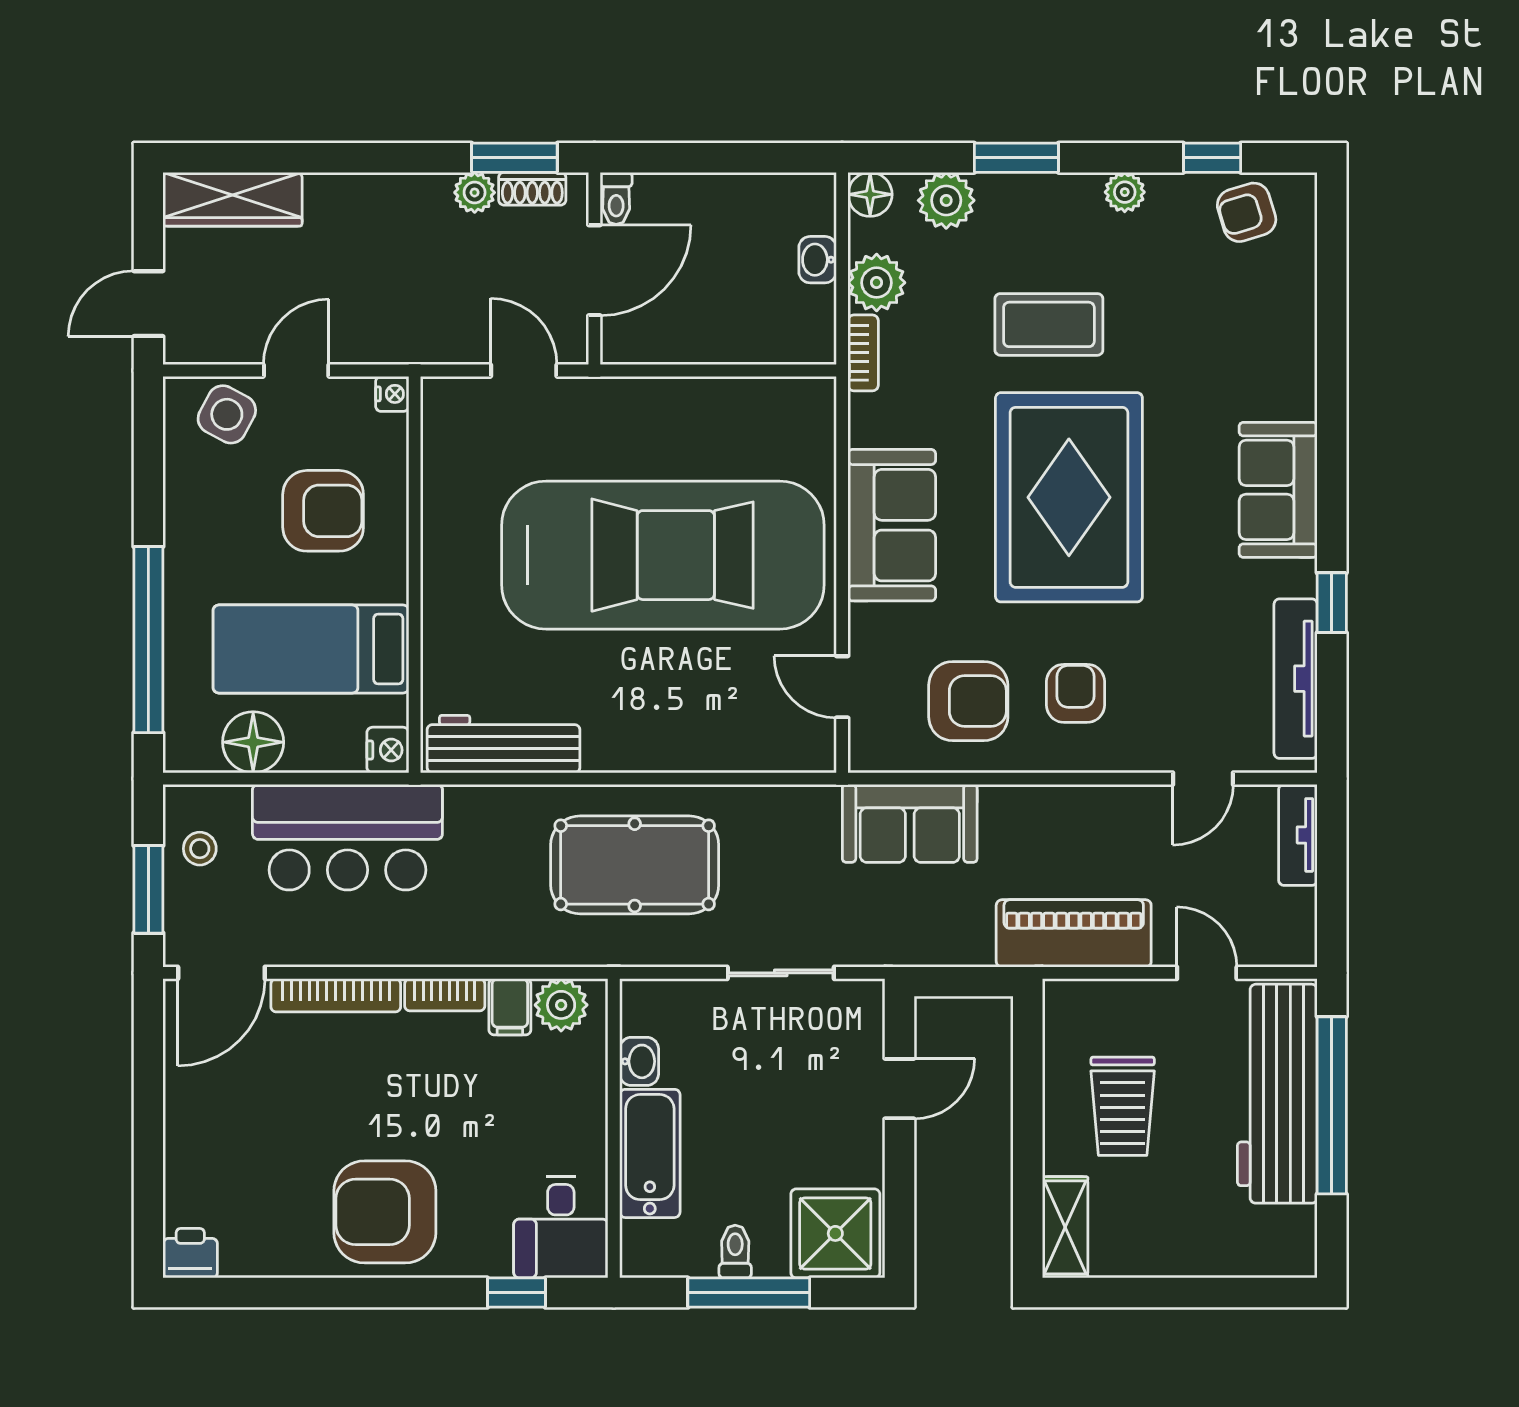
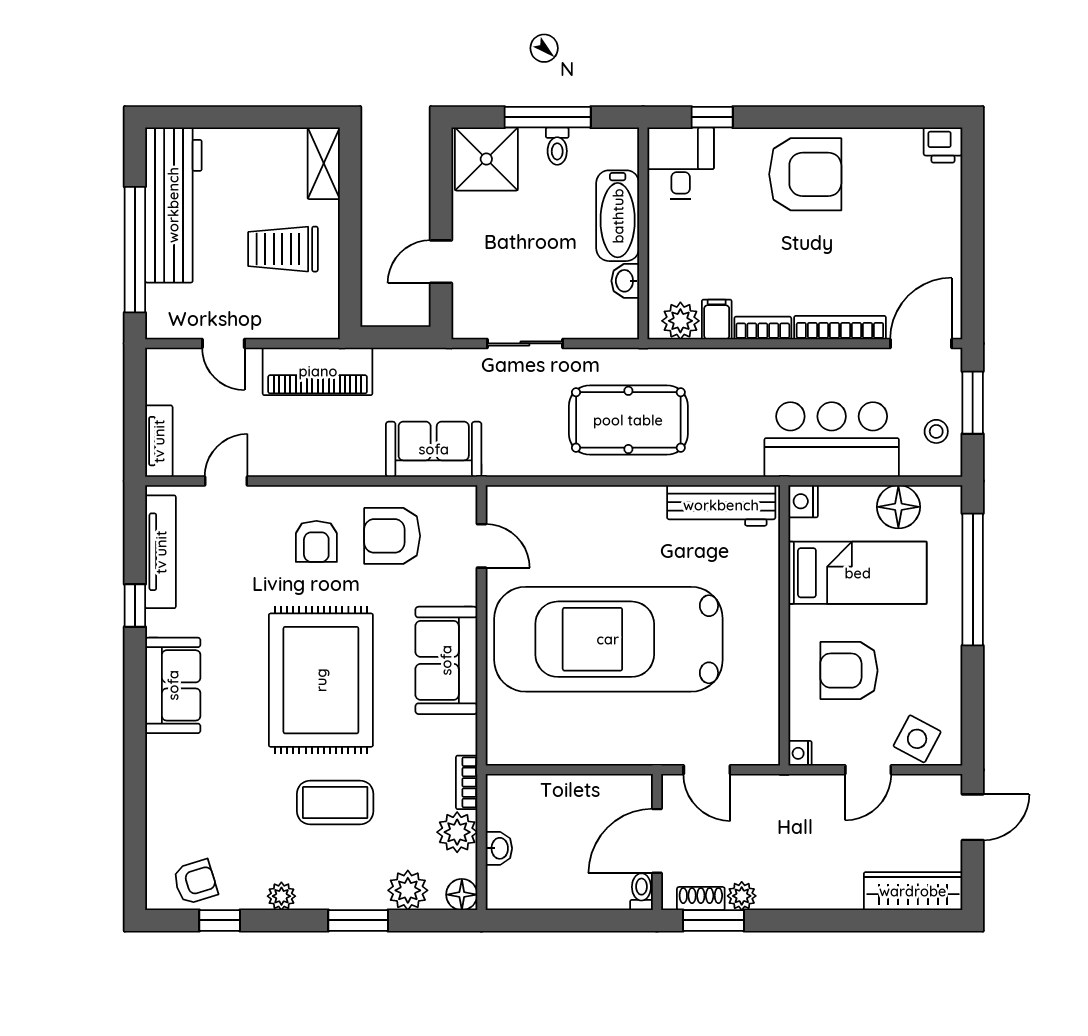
workbench: (1277, 1094) -> (173, 205), moved
trolley: (1123, 1106) -> (283, 249), turned -90

